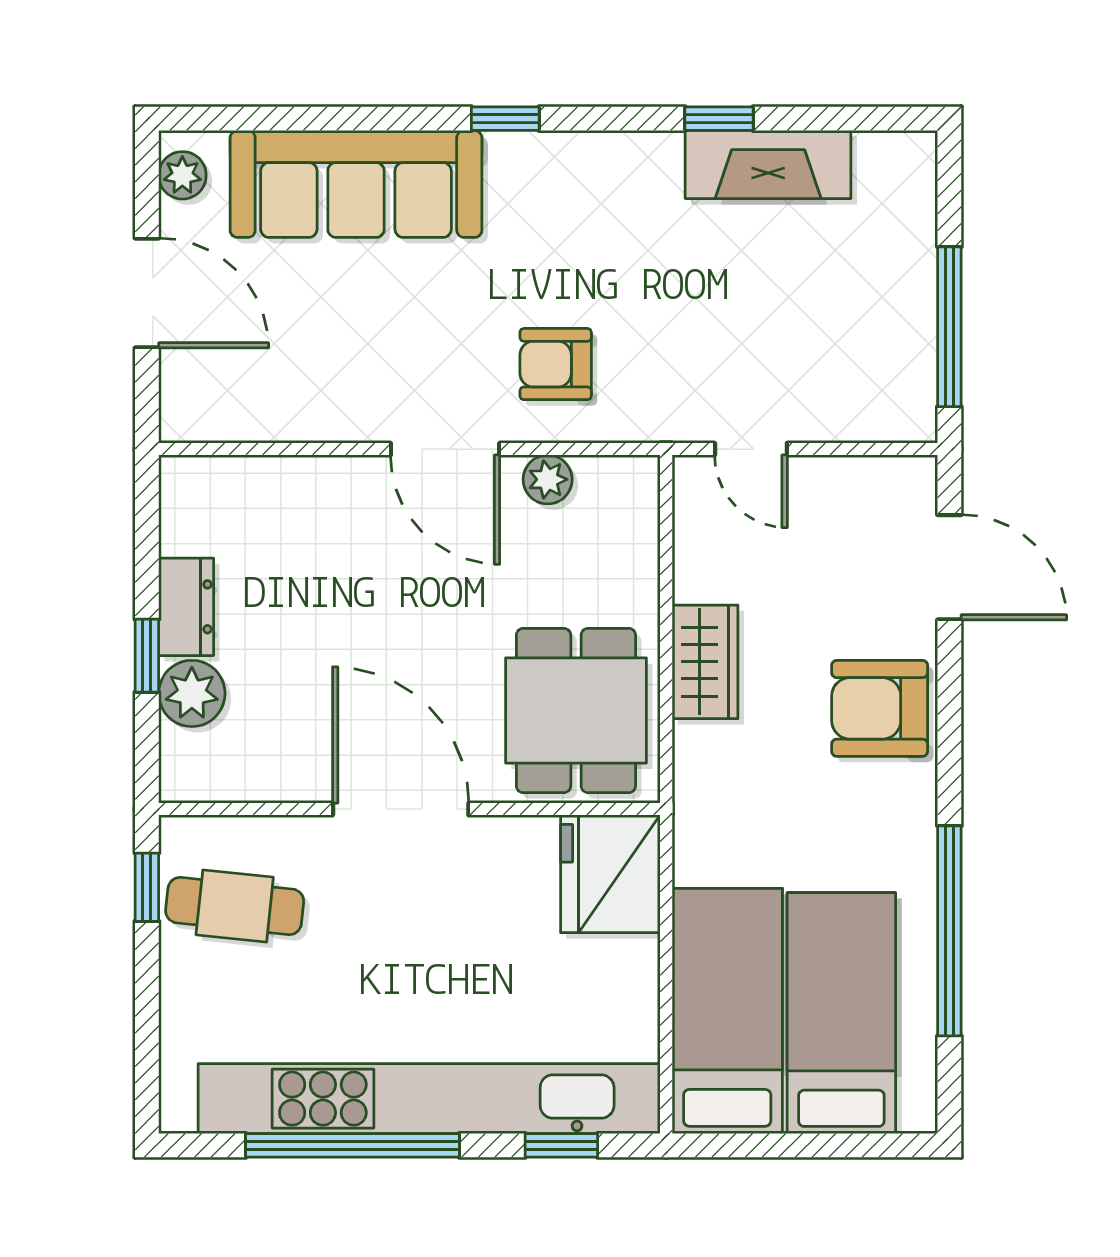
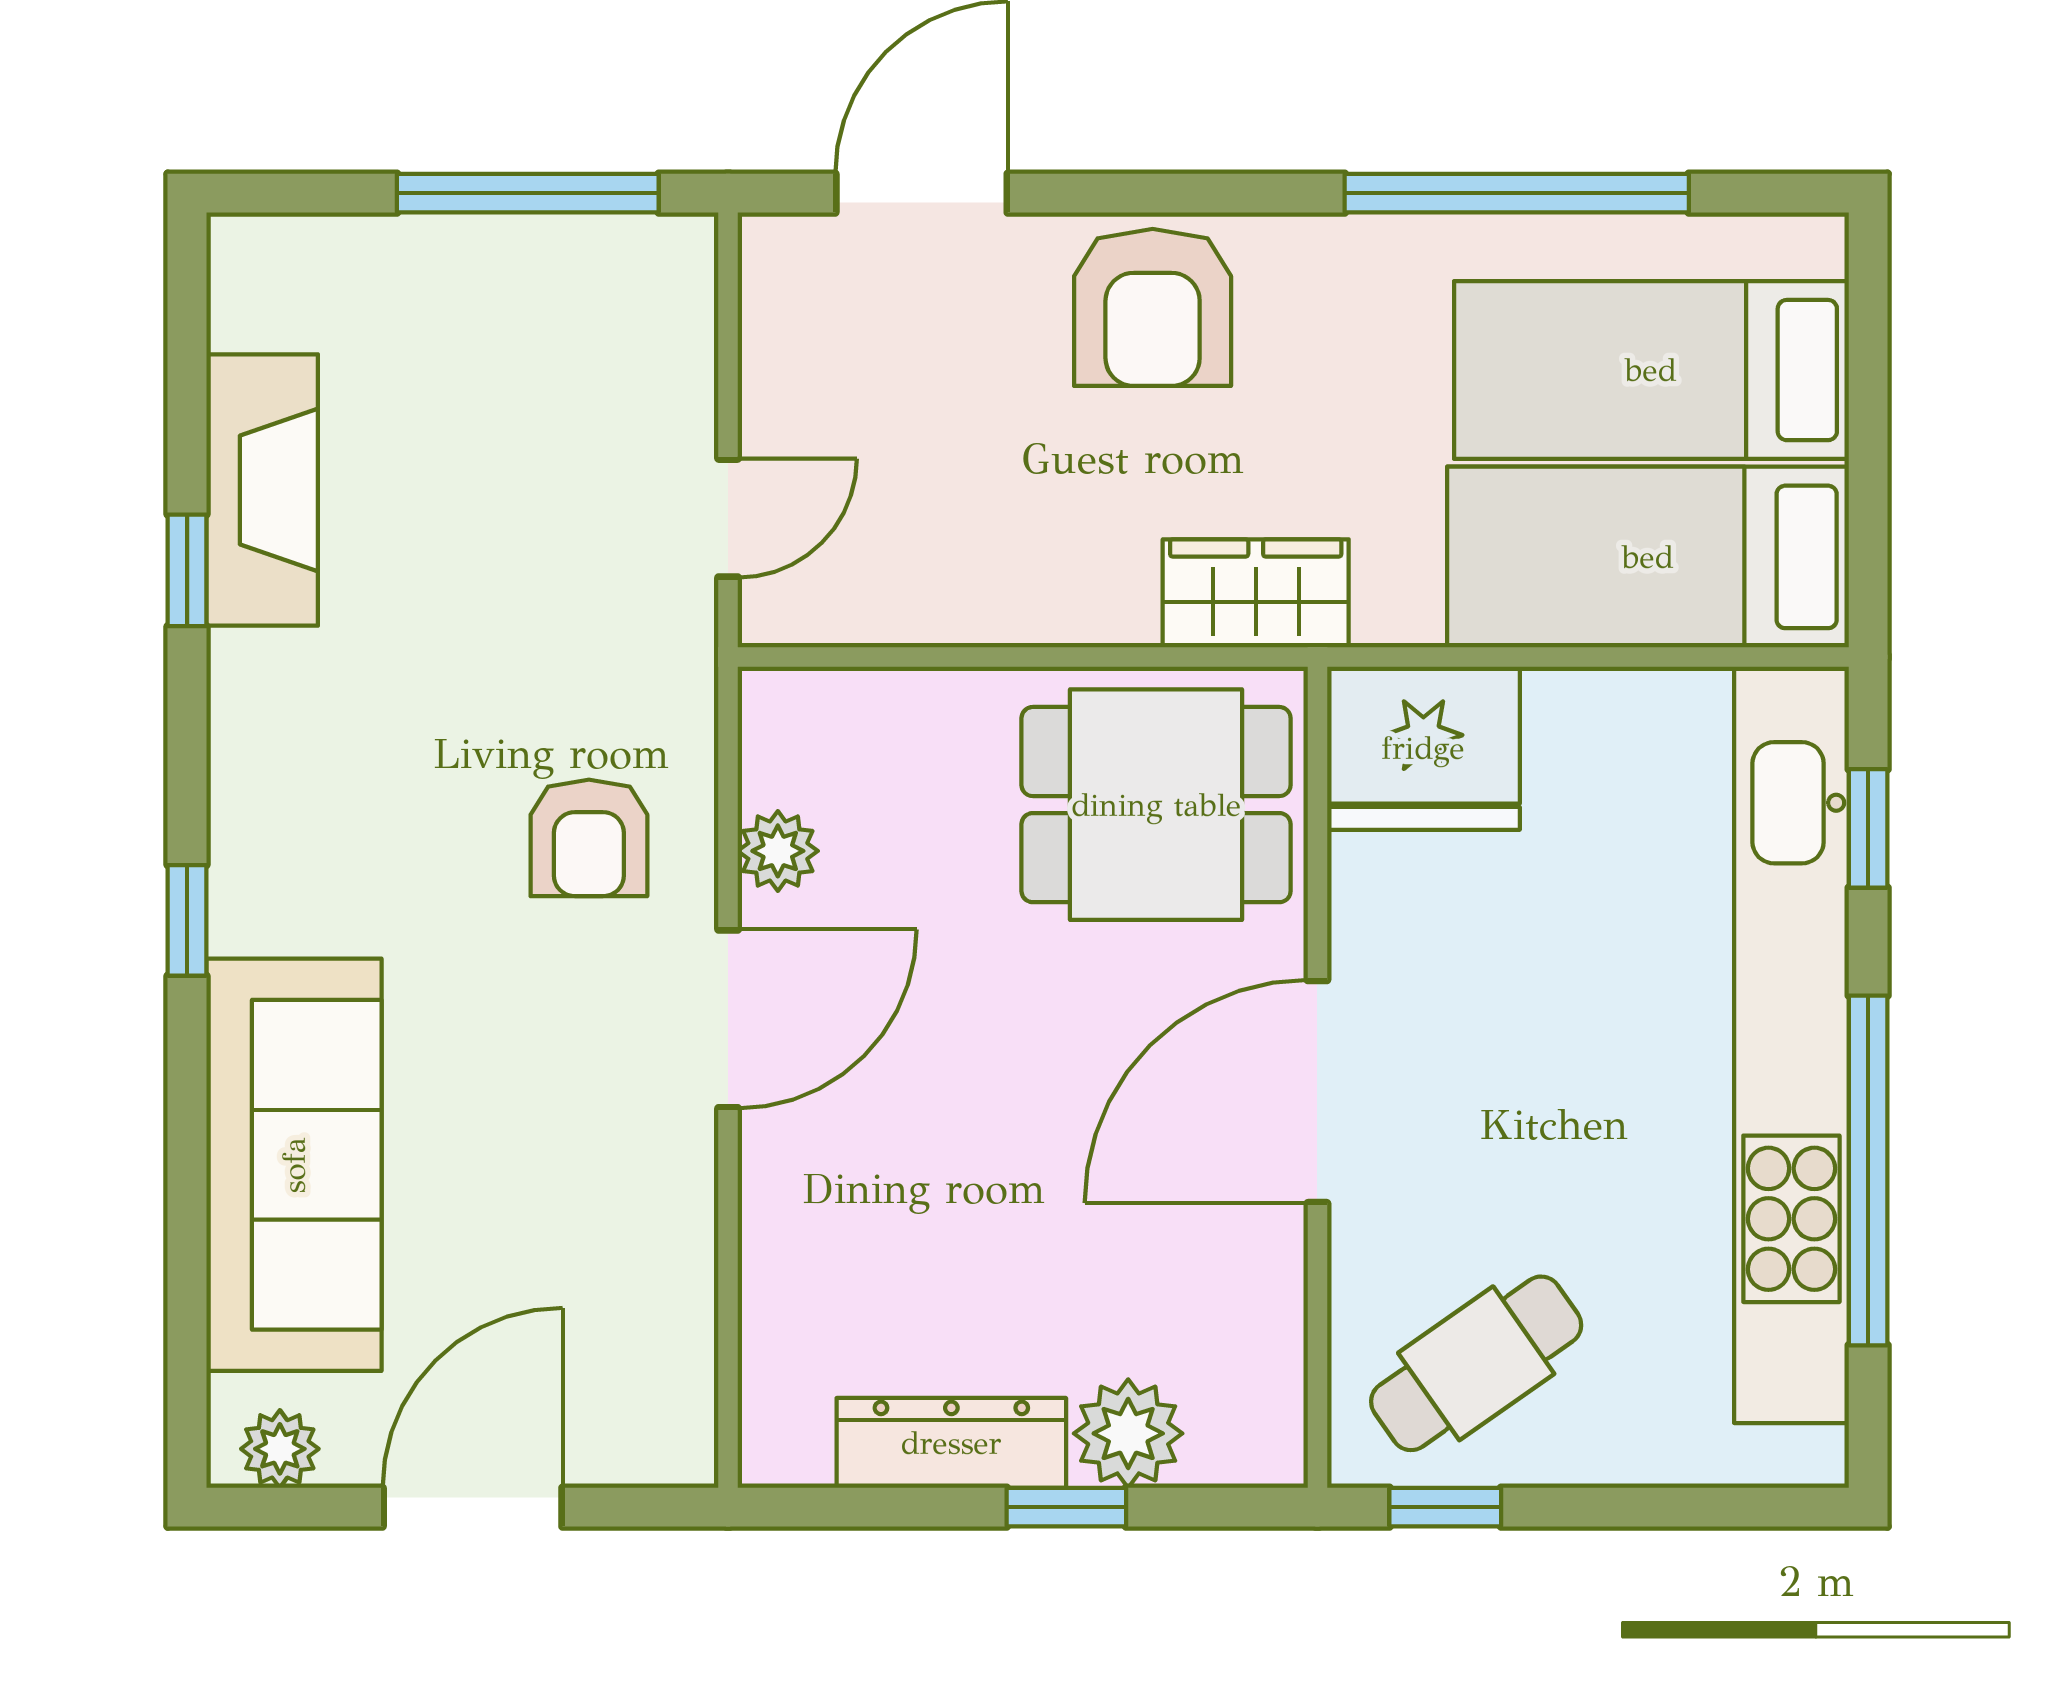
dresser: (186, 607) -> (951, 1443), width x1.44
wardrobe: (705, 662) -> (1256, 593), moved
cafe table: (235, 906) -> (1476, 1363), turned 49

